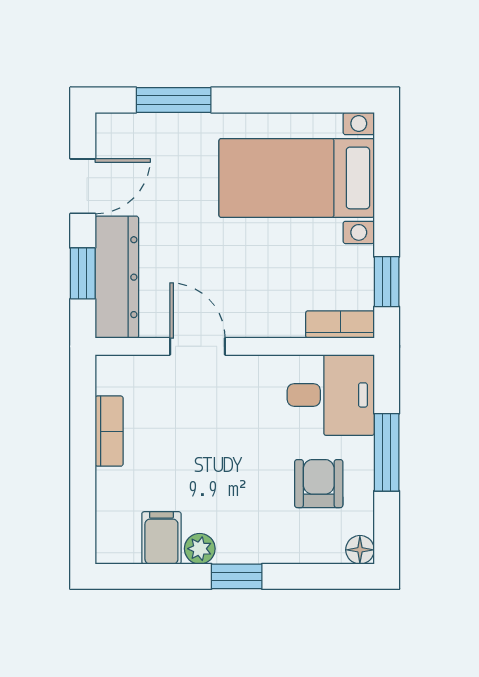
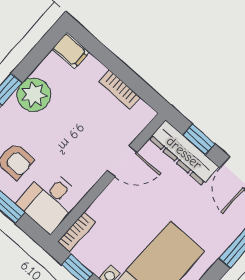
filing cabinet: (161, 538) -> (71, 51), moved
plant: (200, 549) -> (34, 95), width x1.87, depth x1.87

